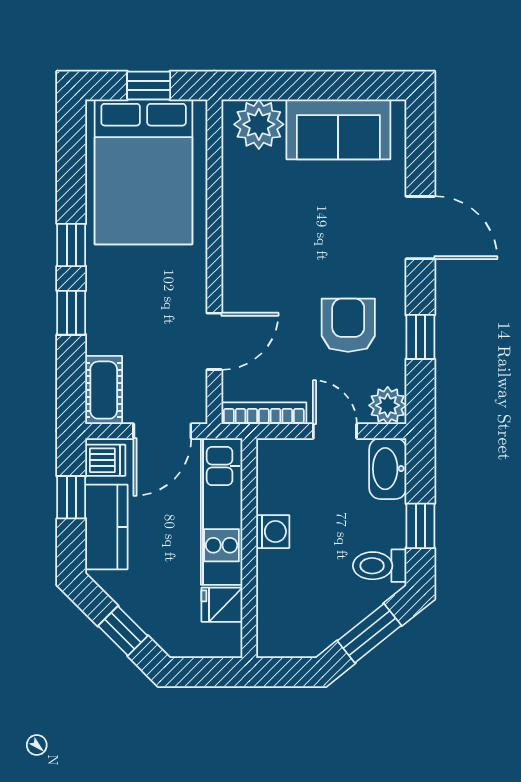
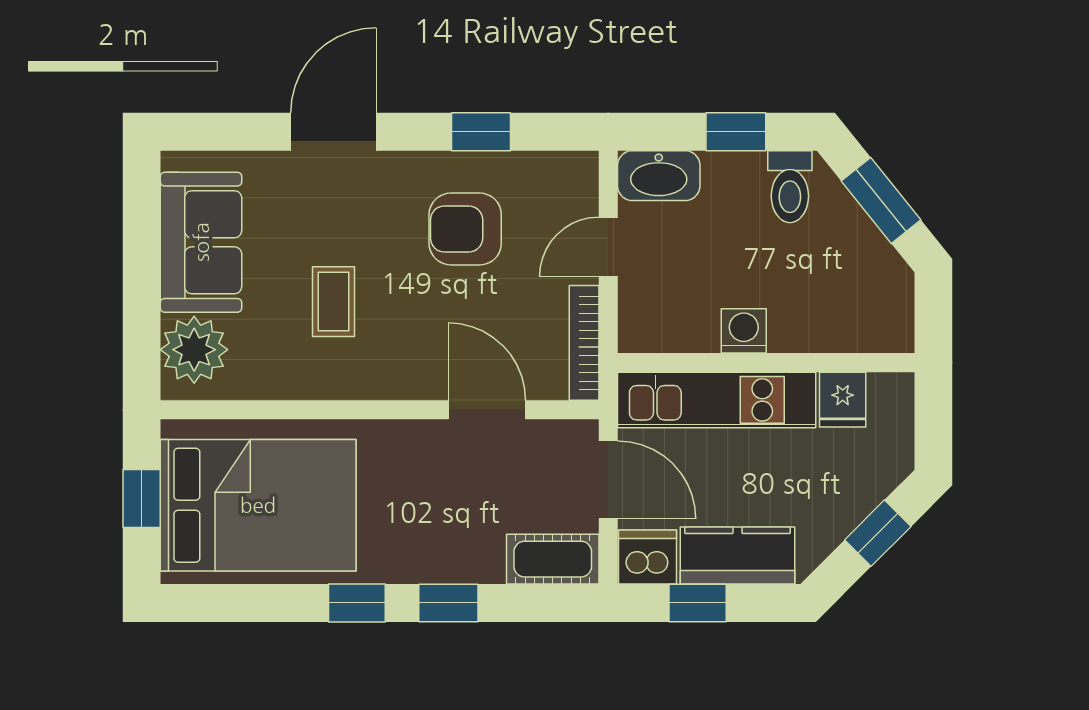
coffee table: (294, 228) -> (333, 302), added
plant: (388, 405) -> (574, 176), removed
dishwasher: (105, 460) -> (648, 557), width x1.38

